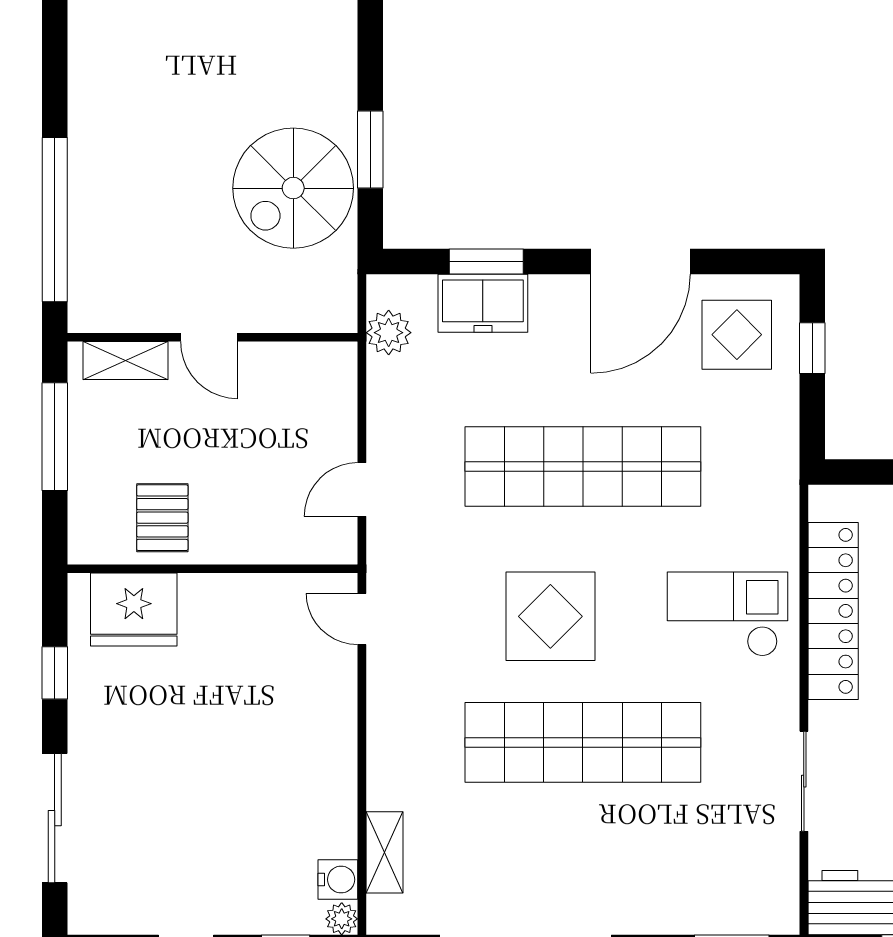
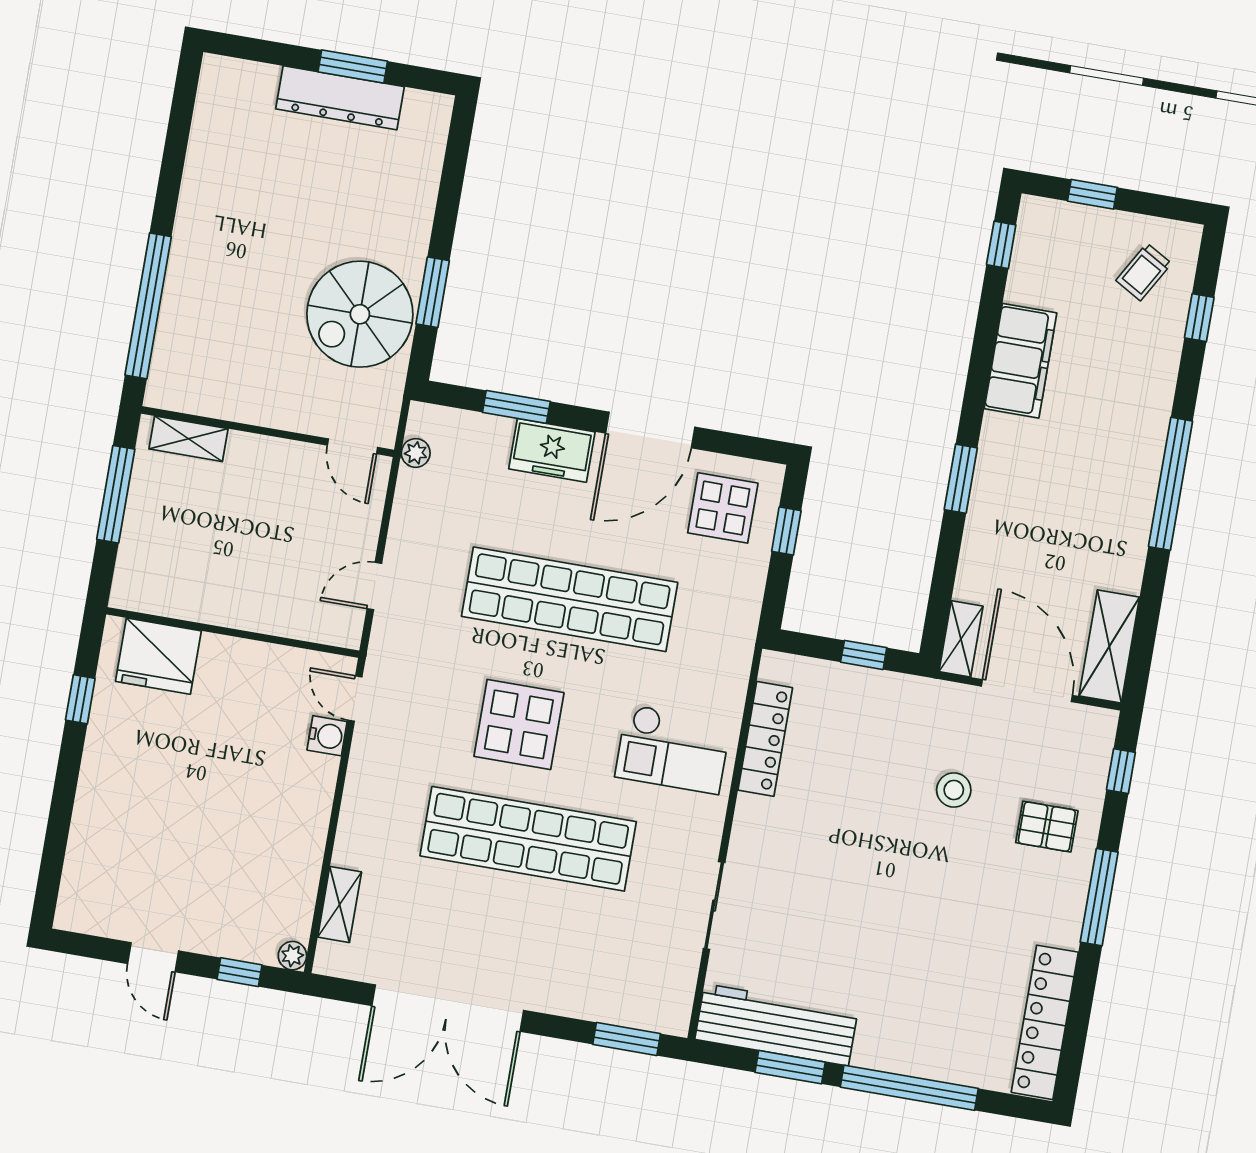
freezer: (483, 303) -> (552, 450), moved
plant: (389, 333) -> (416, 453), width x0.73, depth x0.73
door: (209, 337) -> (353, 446), moved
pallet: (162, 518) -> (197, 581), removed
locker: (833, 611) -> (765, 739), width x0.71, depth x0.83
checkout: (727, 614) -> (673, 749), turned 180
sliding door: (55, 818) -> (59, 825), removed
water cooler: (338, 880) -> (327, 736), moved

